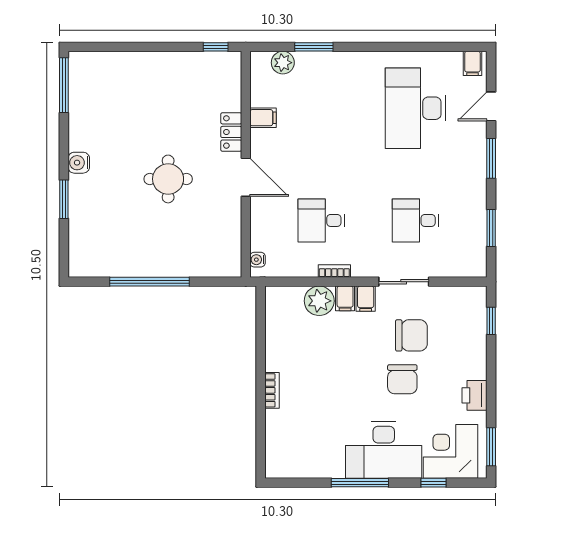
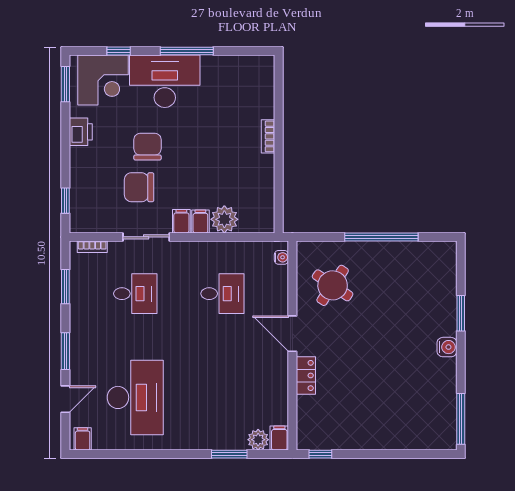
filing cabinet: (263, 118) -> (279, 438), moved, turned 90
round table: (168, 179) -> (333, 285), moved, turned 34
bookcase: (334, 271) -> (92, 247), moved

